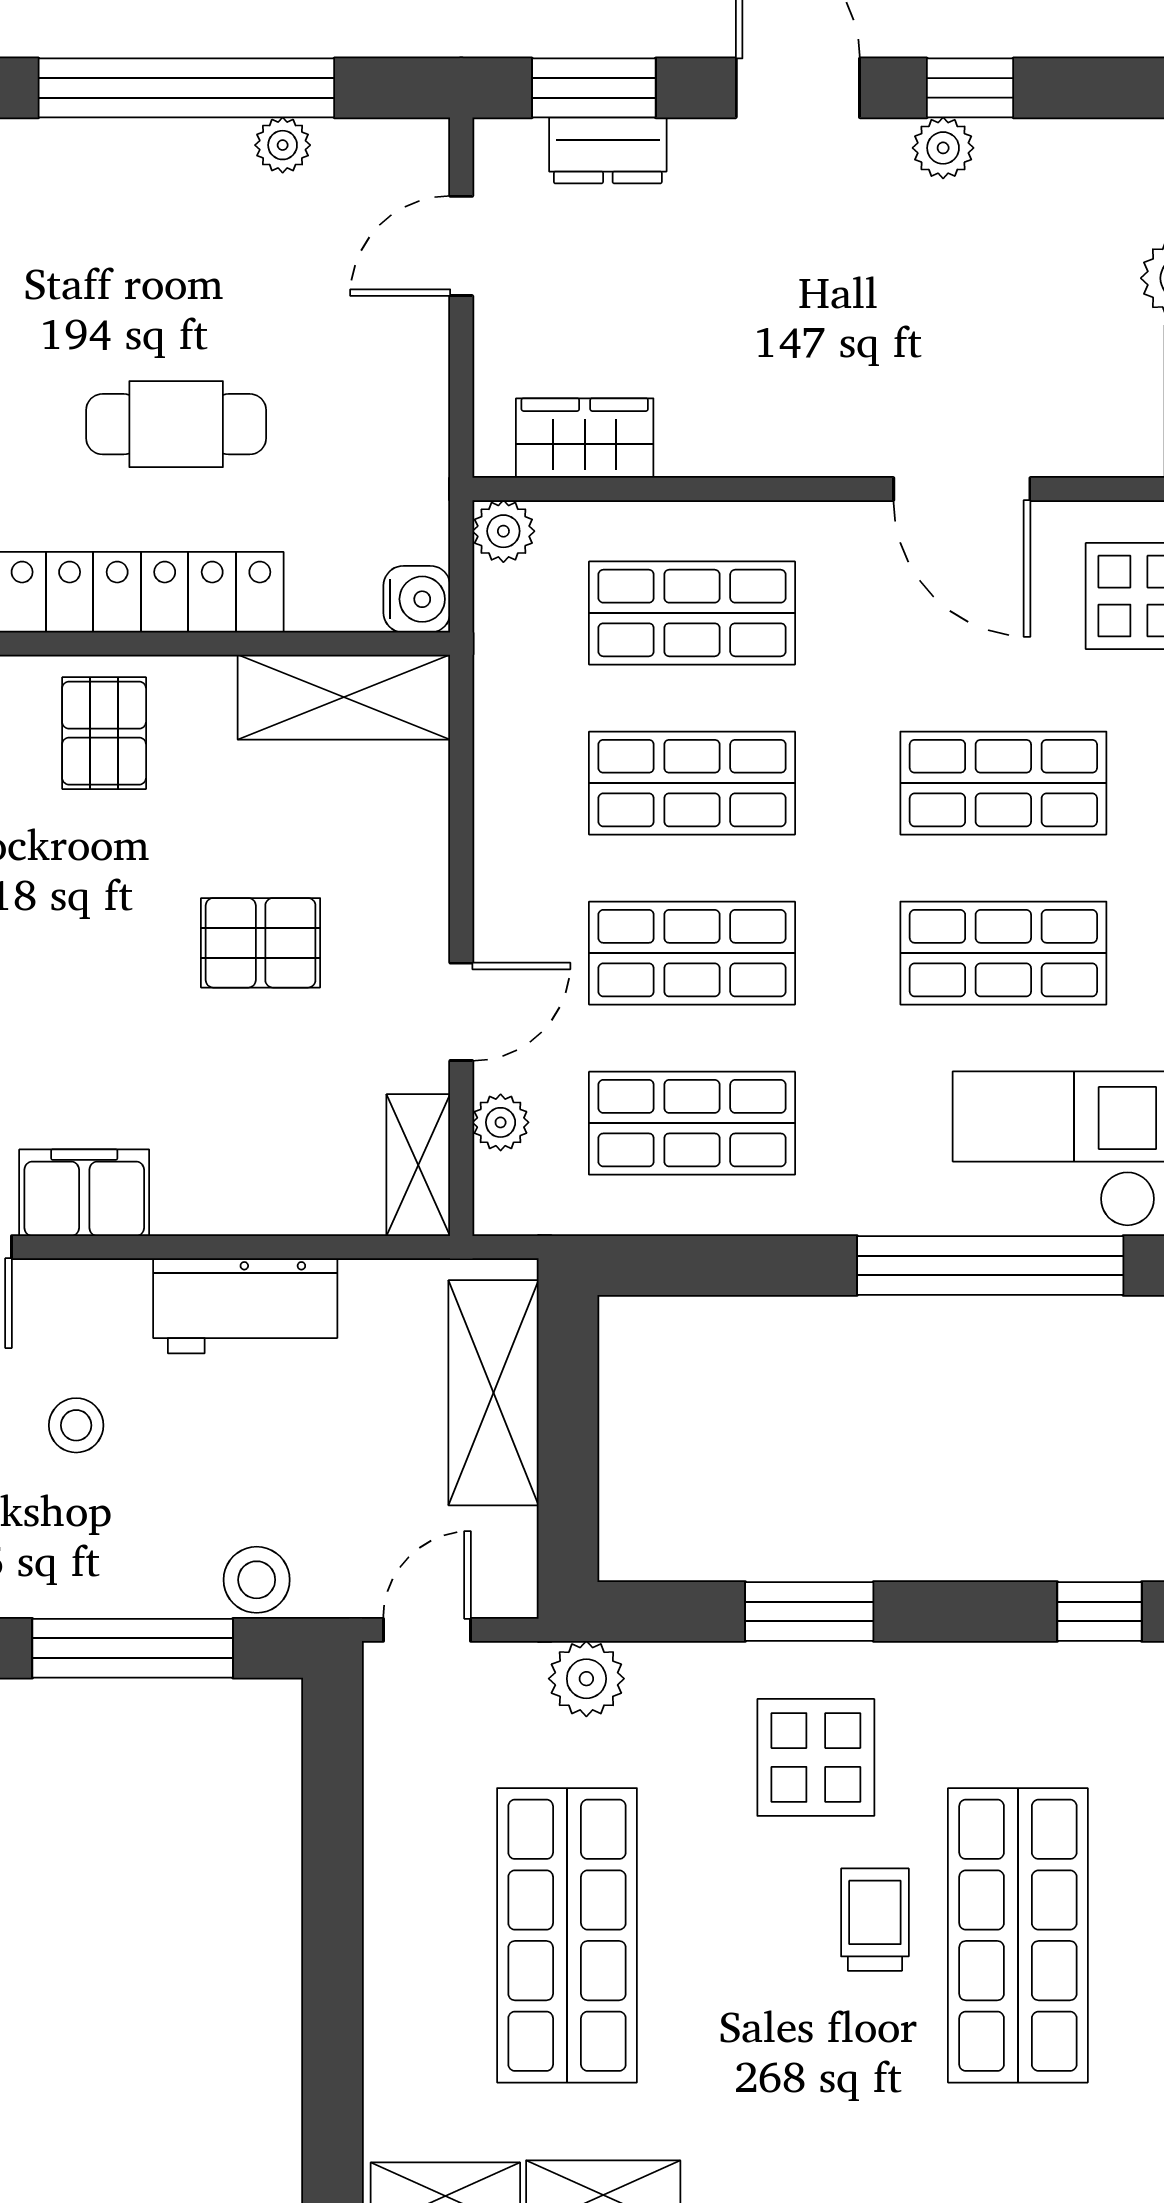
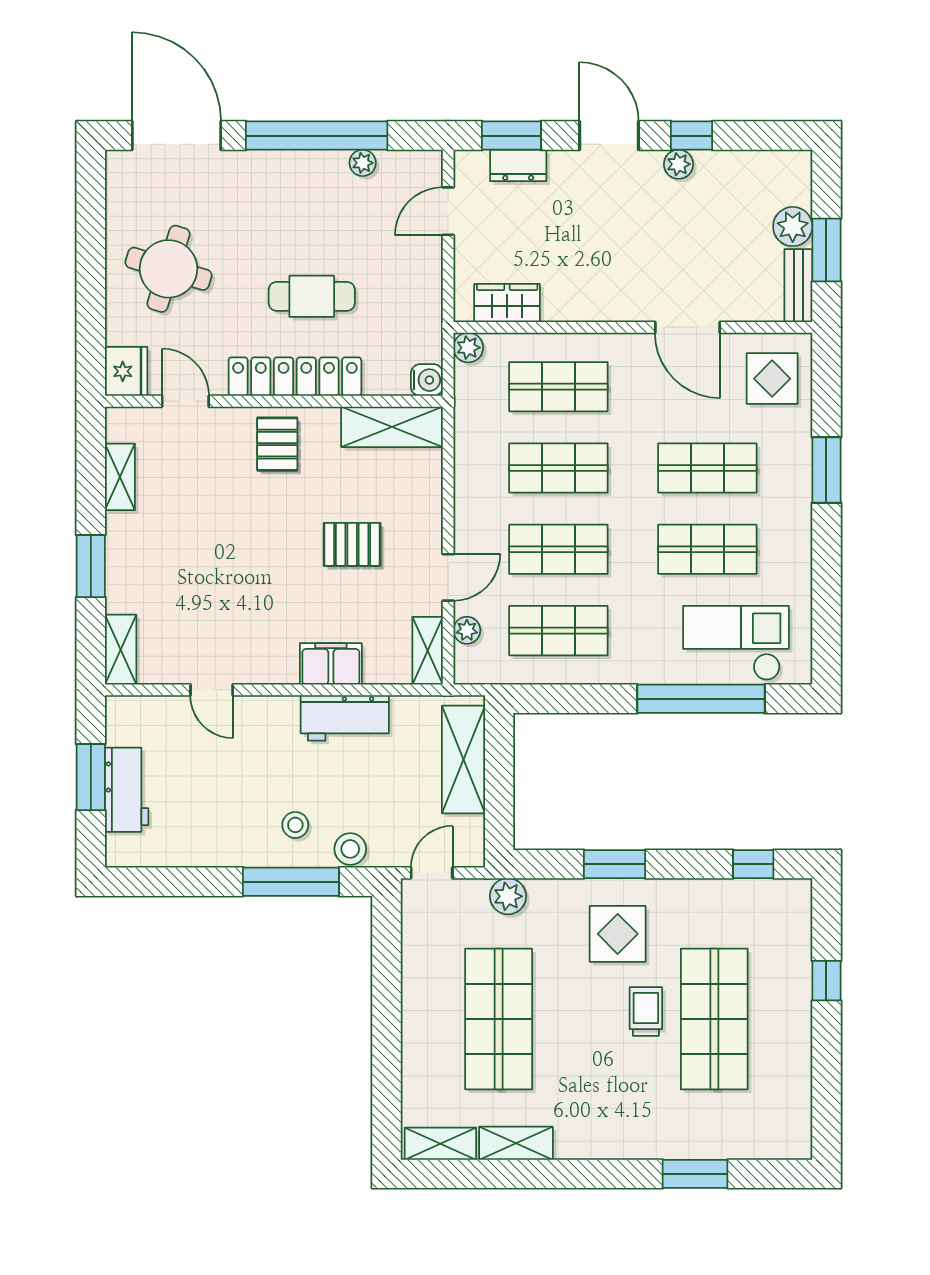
filing cabinet: (84, 1193) -> (331, 664), moved
stool: (76, 1425) -> (295, 825), moved

